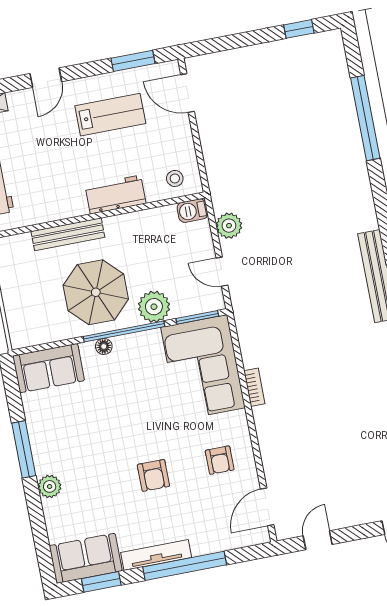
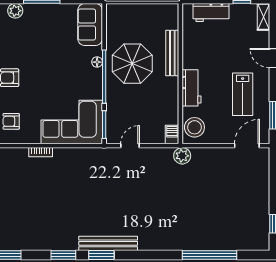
stool: (175, 178) -> (194, 127), width x1.89, depth x1.89
plant: (229, 226) -> (182, 156), moved
plant: (154, 307) -> (116, 99), removed
bookcase: (254, 387) -> (41, 152), moved

